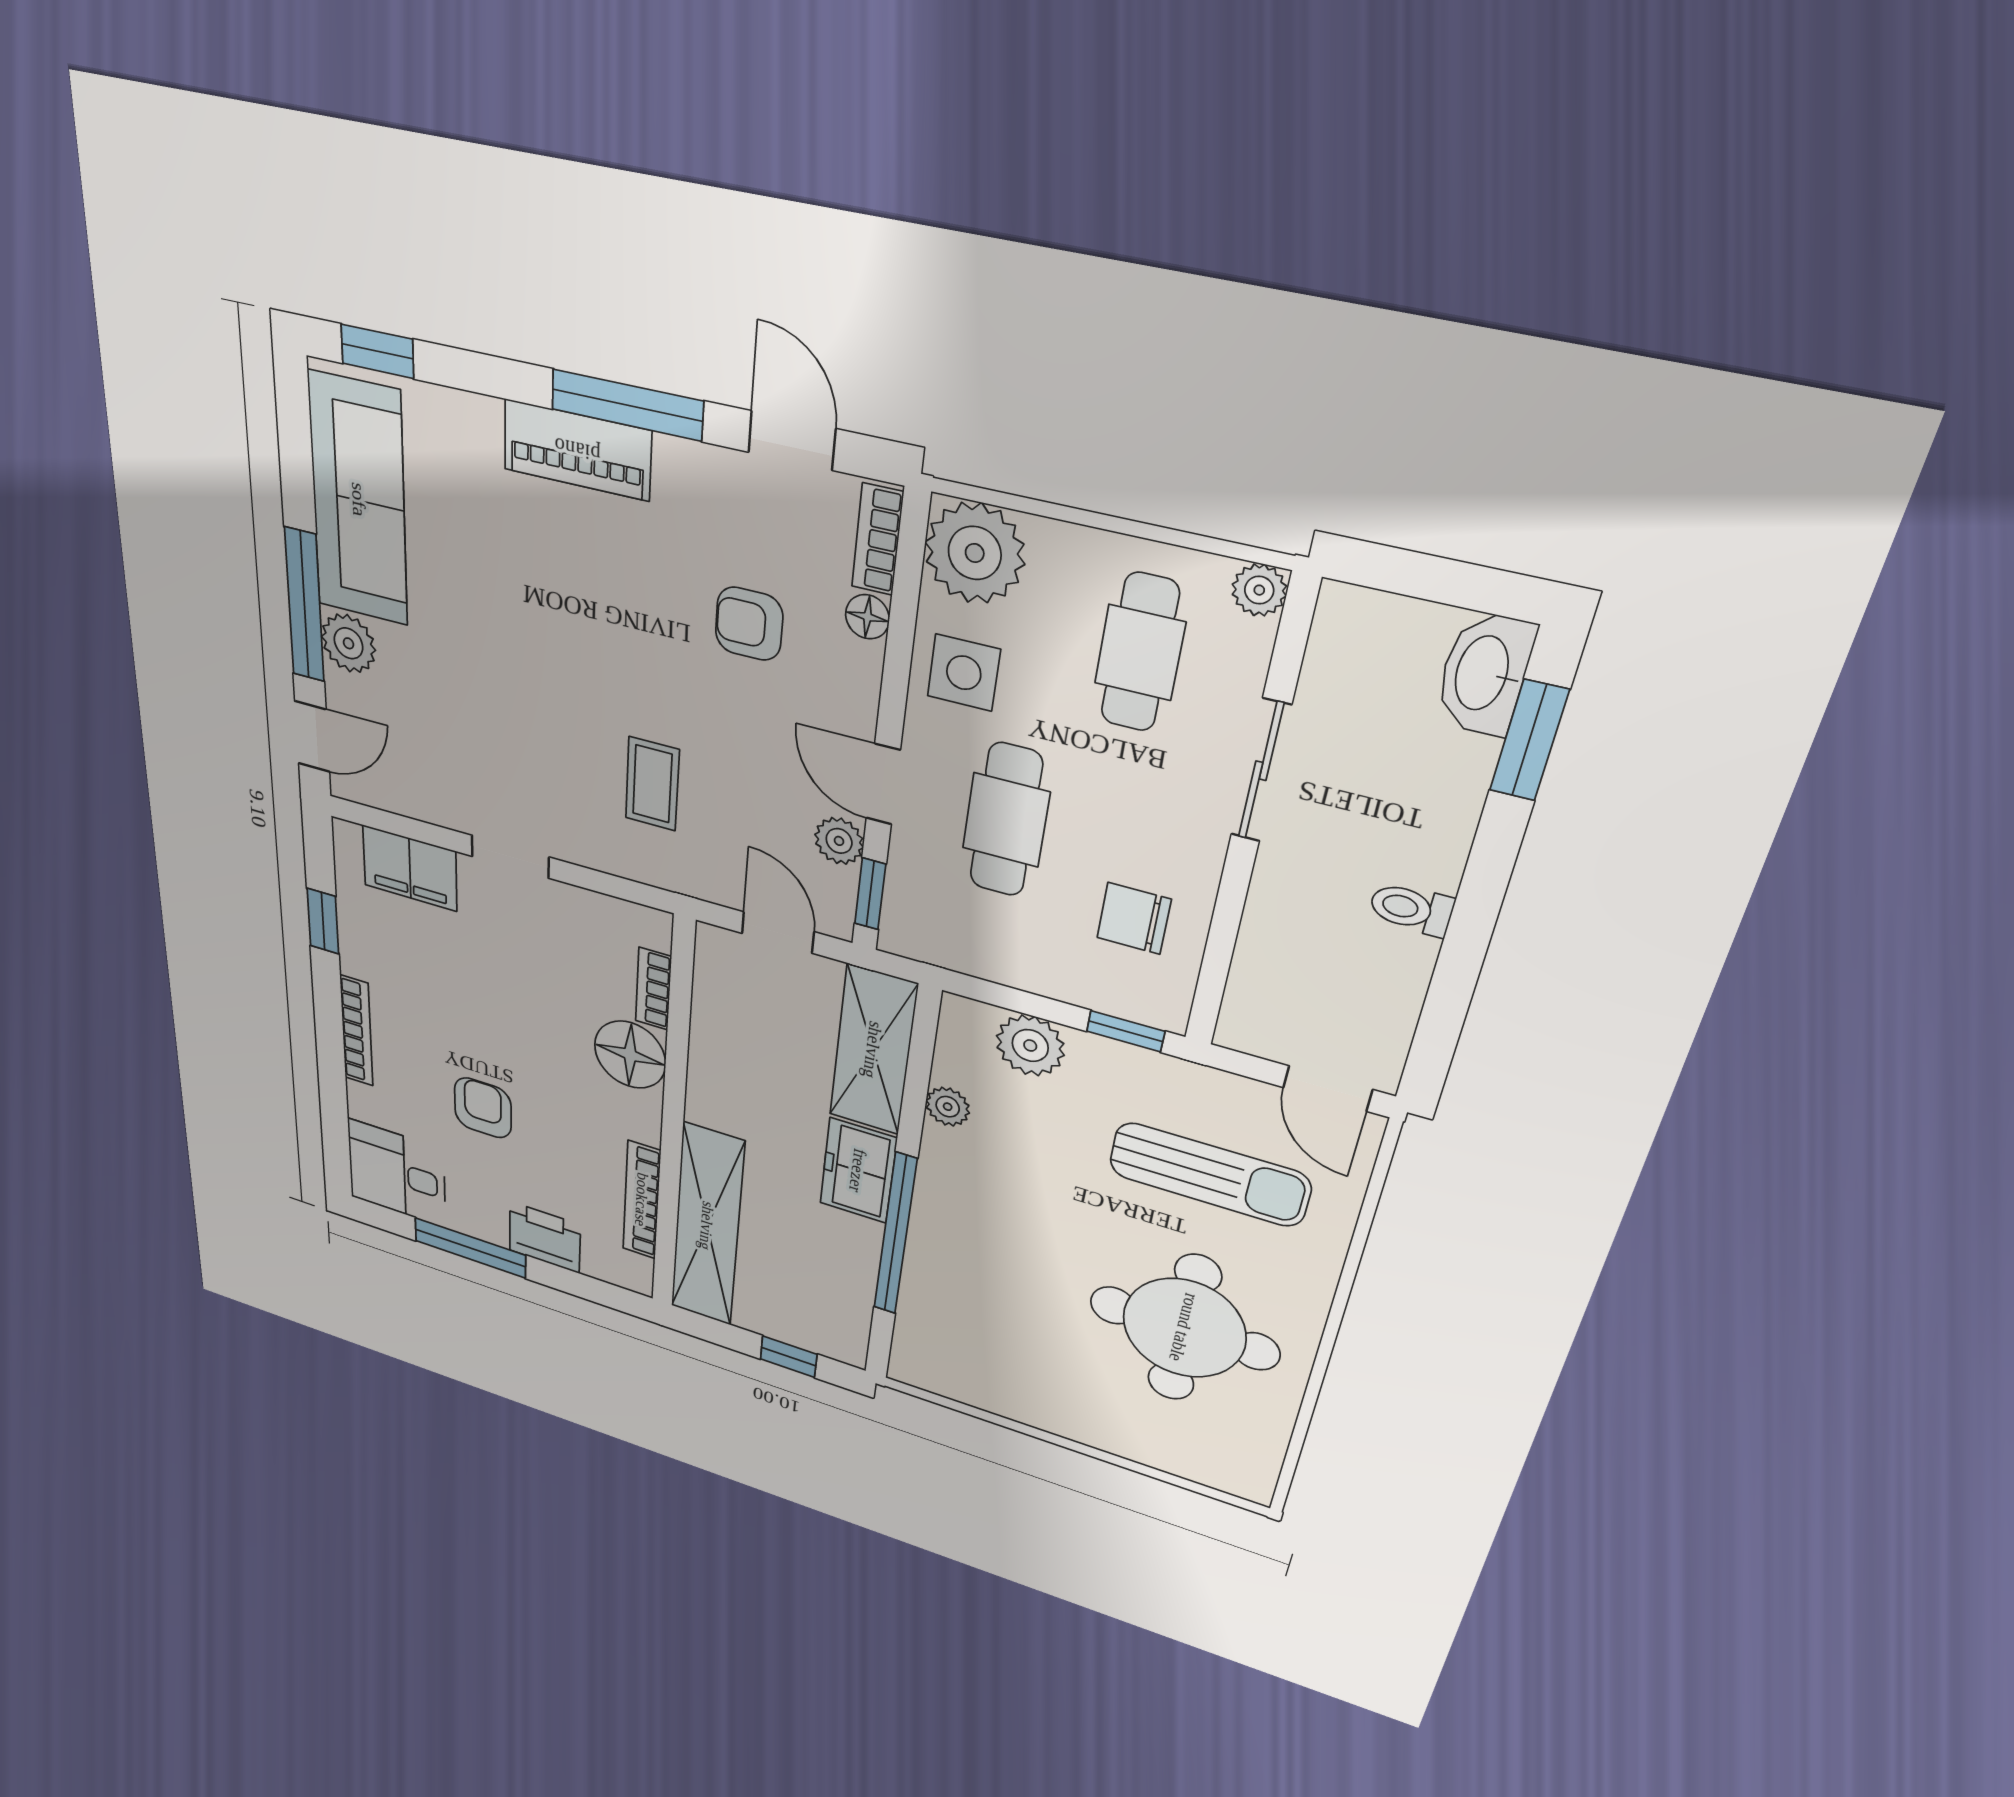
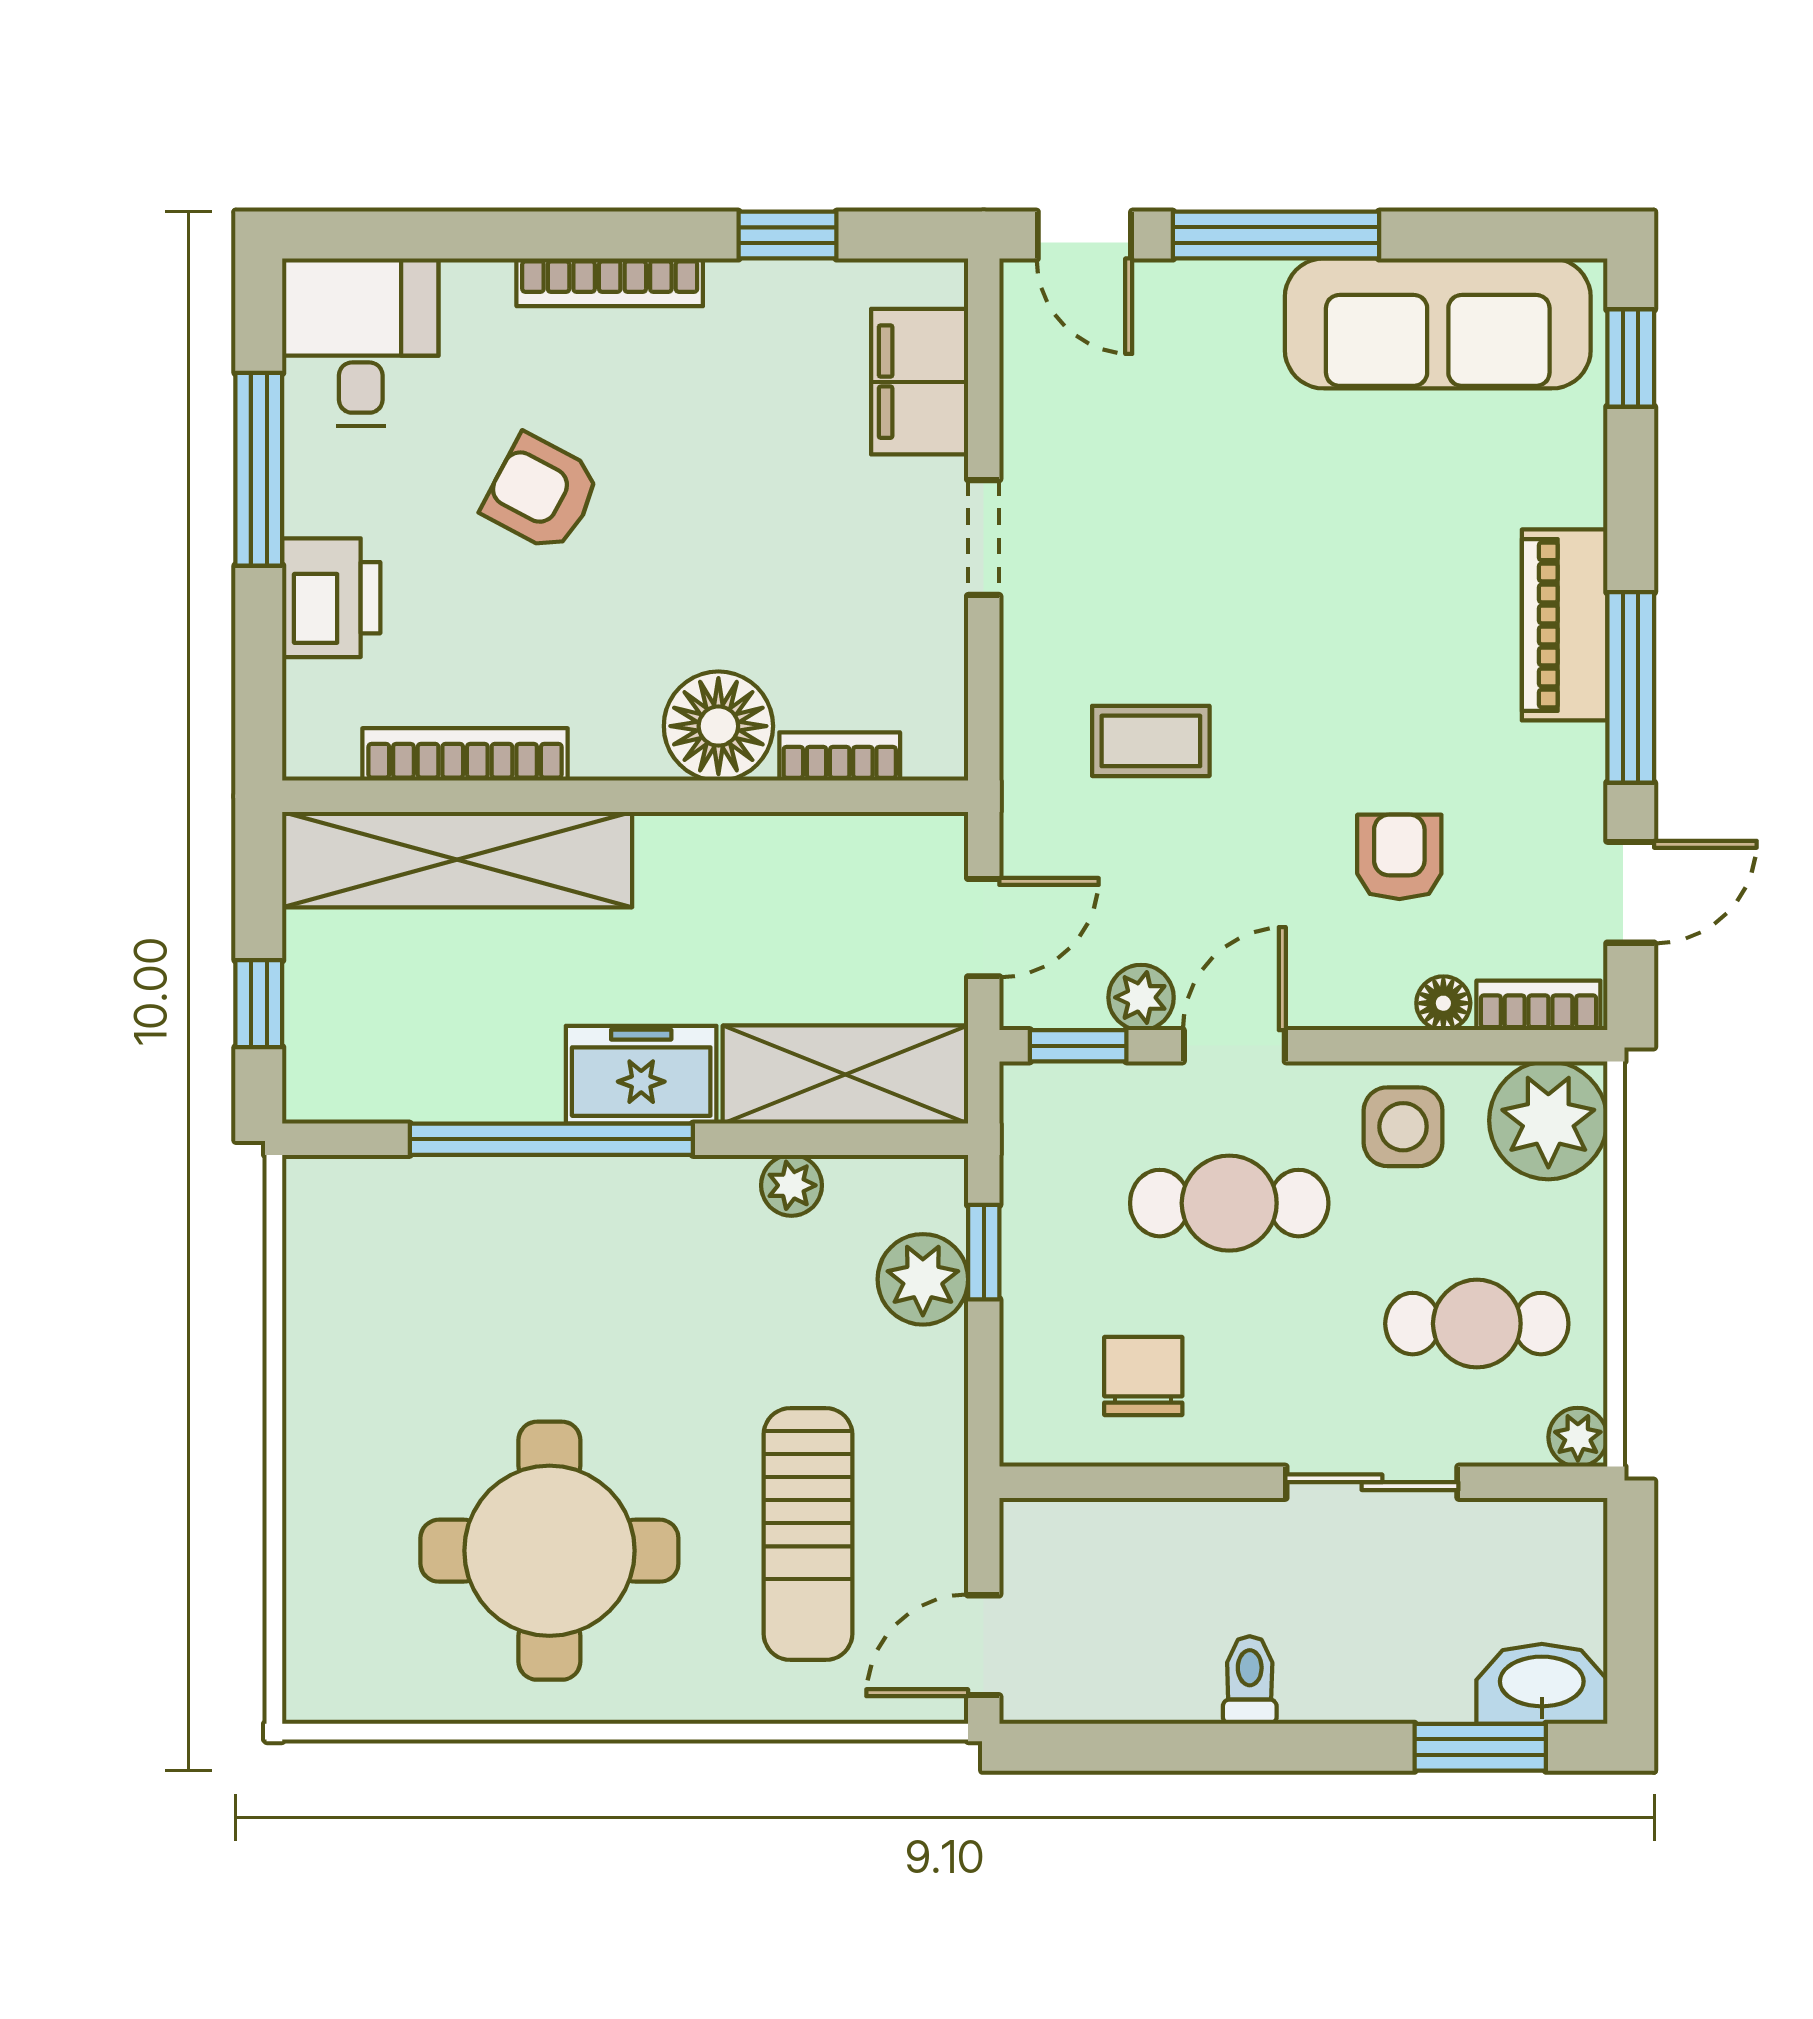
plant: (348, 643) -> (1238, 299), removed
window: (1126, 1031) -> (984, 1252), moved
armchair: (483, 1108) -> (542, 493), turned -152

